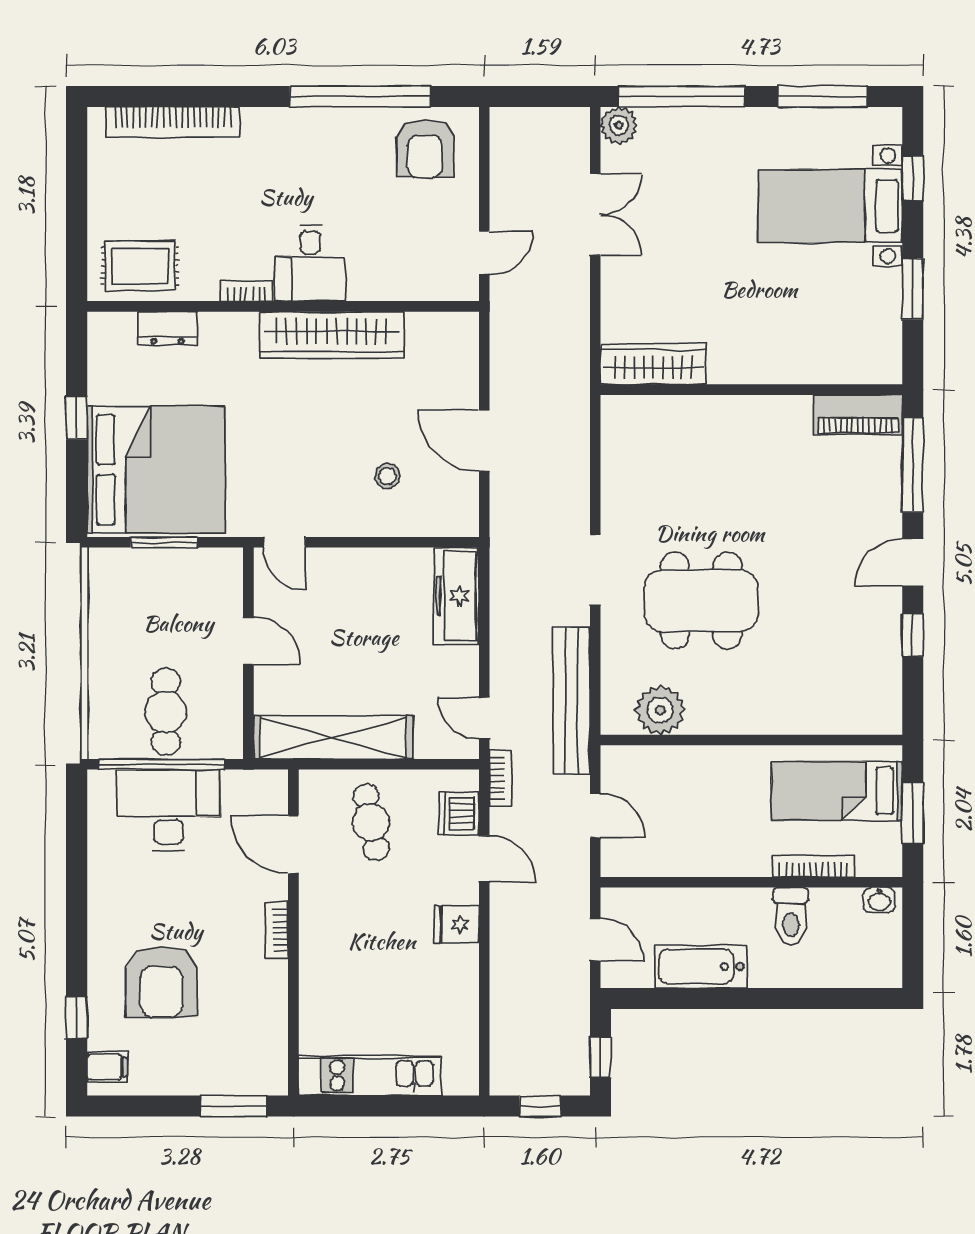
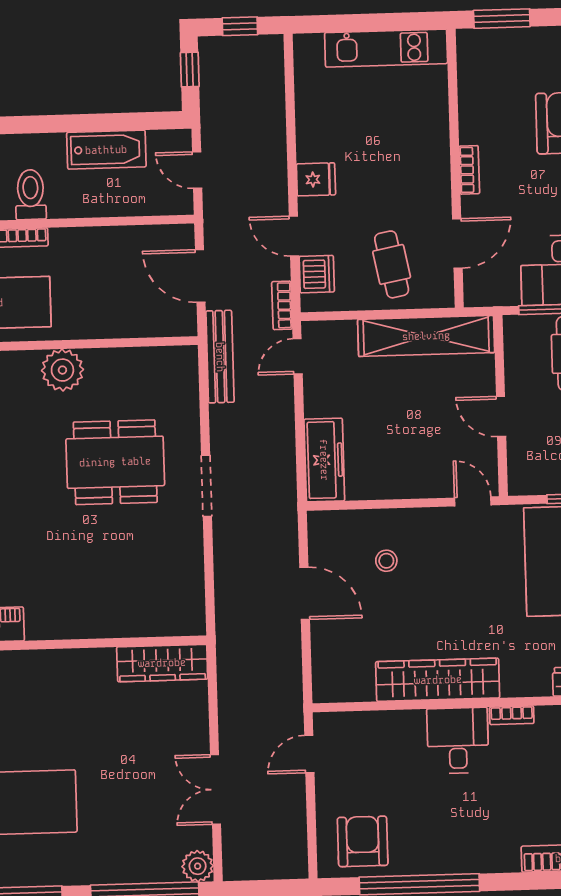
bench: (572, 701) -> (220, 357), width x0.73, depth x0.82
plant: (660, 710) -> (62, 370), moved
door: (484, 718) -> (298, 356), swing flipped
door: (595, 816) -> (200, 276), width x1.38
door: (293, 845) -> (457, 243), hinge flipped

